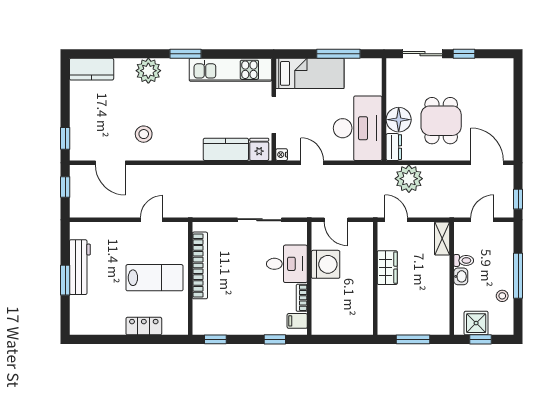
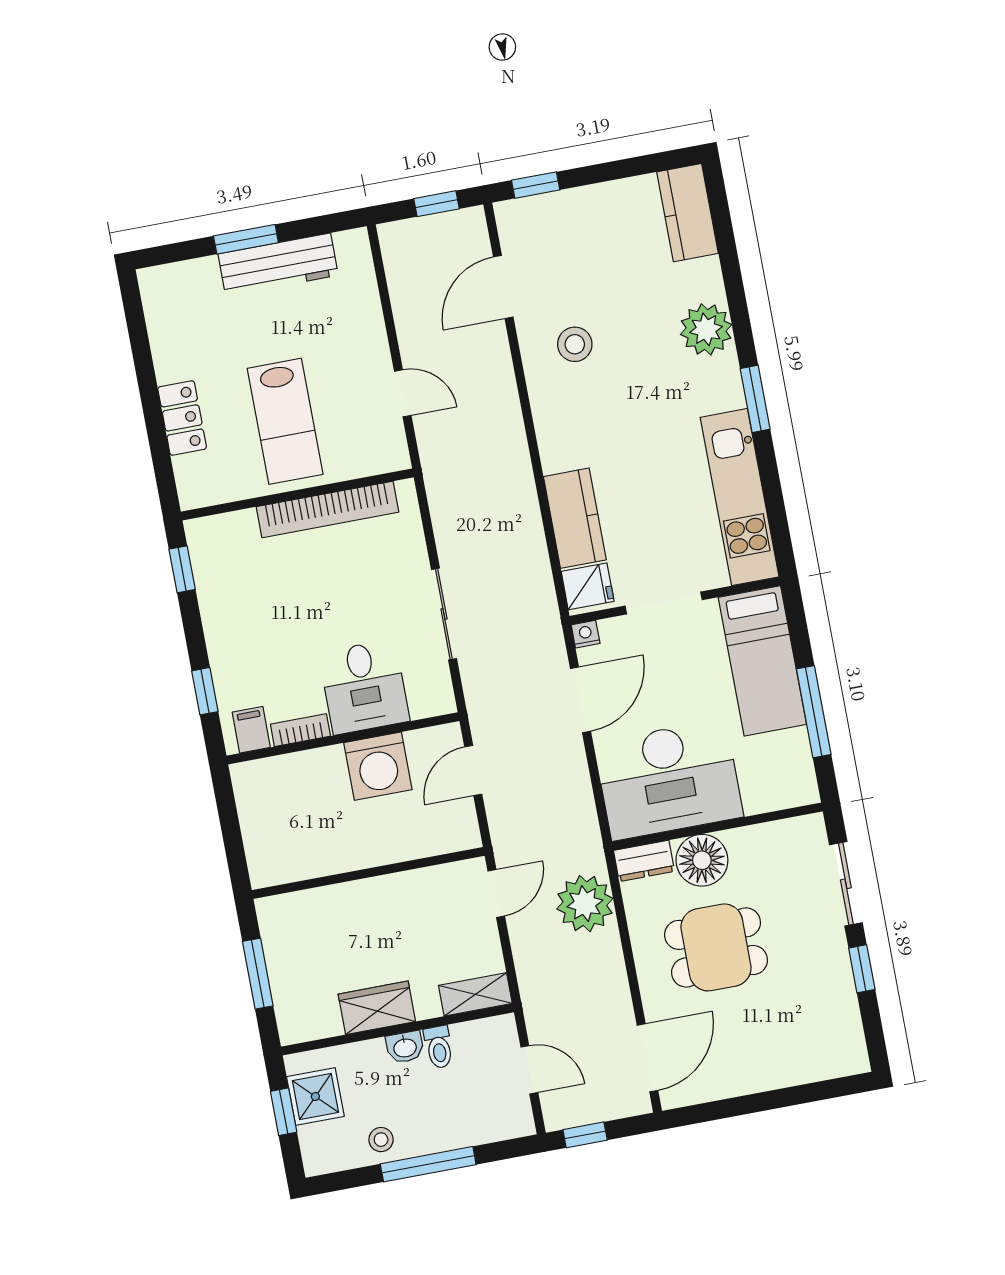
door: (312, 163) -> (581, 700), width x1.38
wardrobe: (387, 268) -> (377, 1008), moved, turned 180

